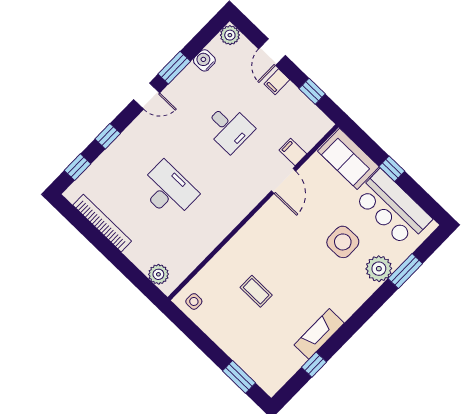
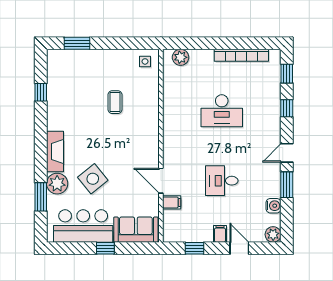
side table: (343, 242) -> (93, 179), turned -38
coffee table: (256, 291) -> (115, 102), turned 90
fireplace: (319, 334) -> (55, 152), moved

